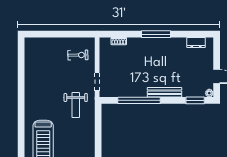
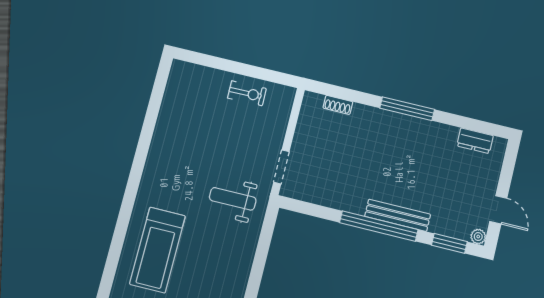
exercise bike: (78, 55) -> (247, 93), moved
window: (139, 100) -> (379, 226), moved
weight bench: (76, 105) -> (233, 199), turned 90

